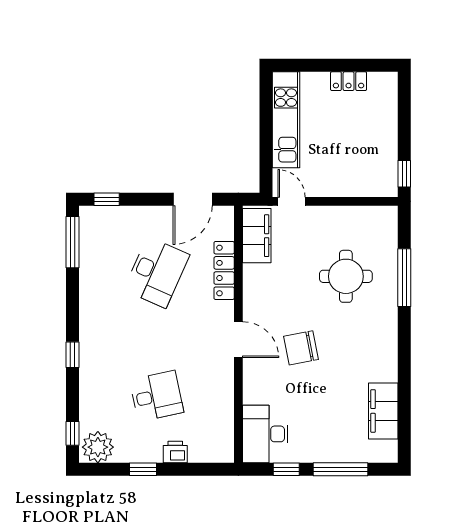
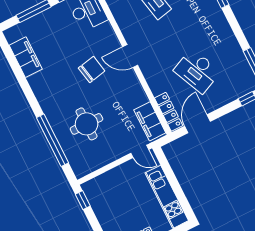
locker: (224, 270) -> (169, 112), moved
desk: (157, 272) -> (197, 71), turned -48
window: (404, 278) -> (52, 140), width x1.46

